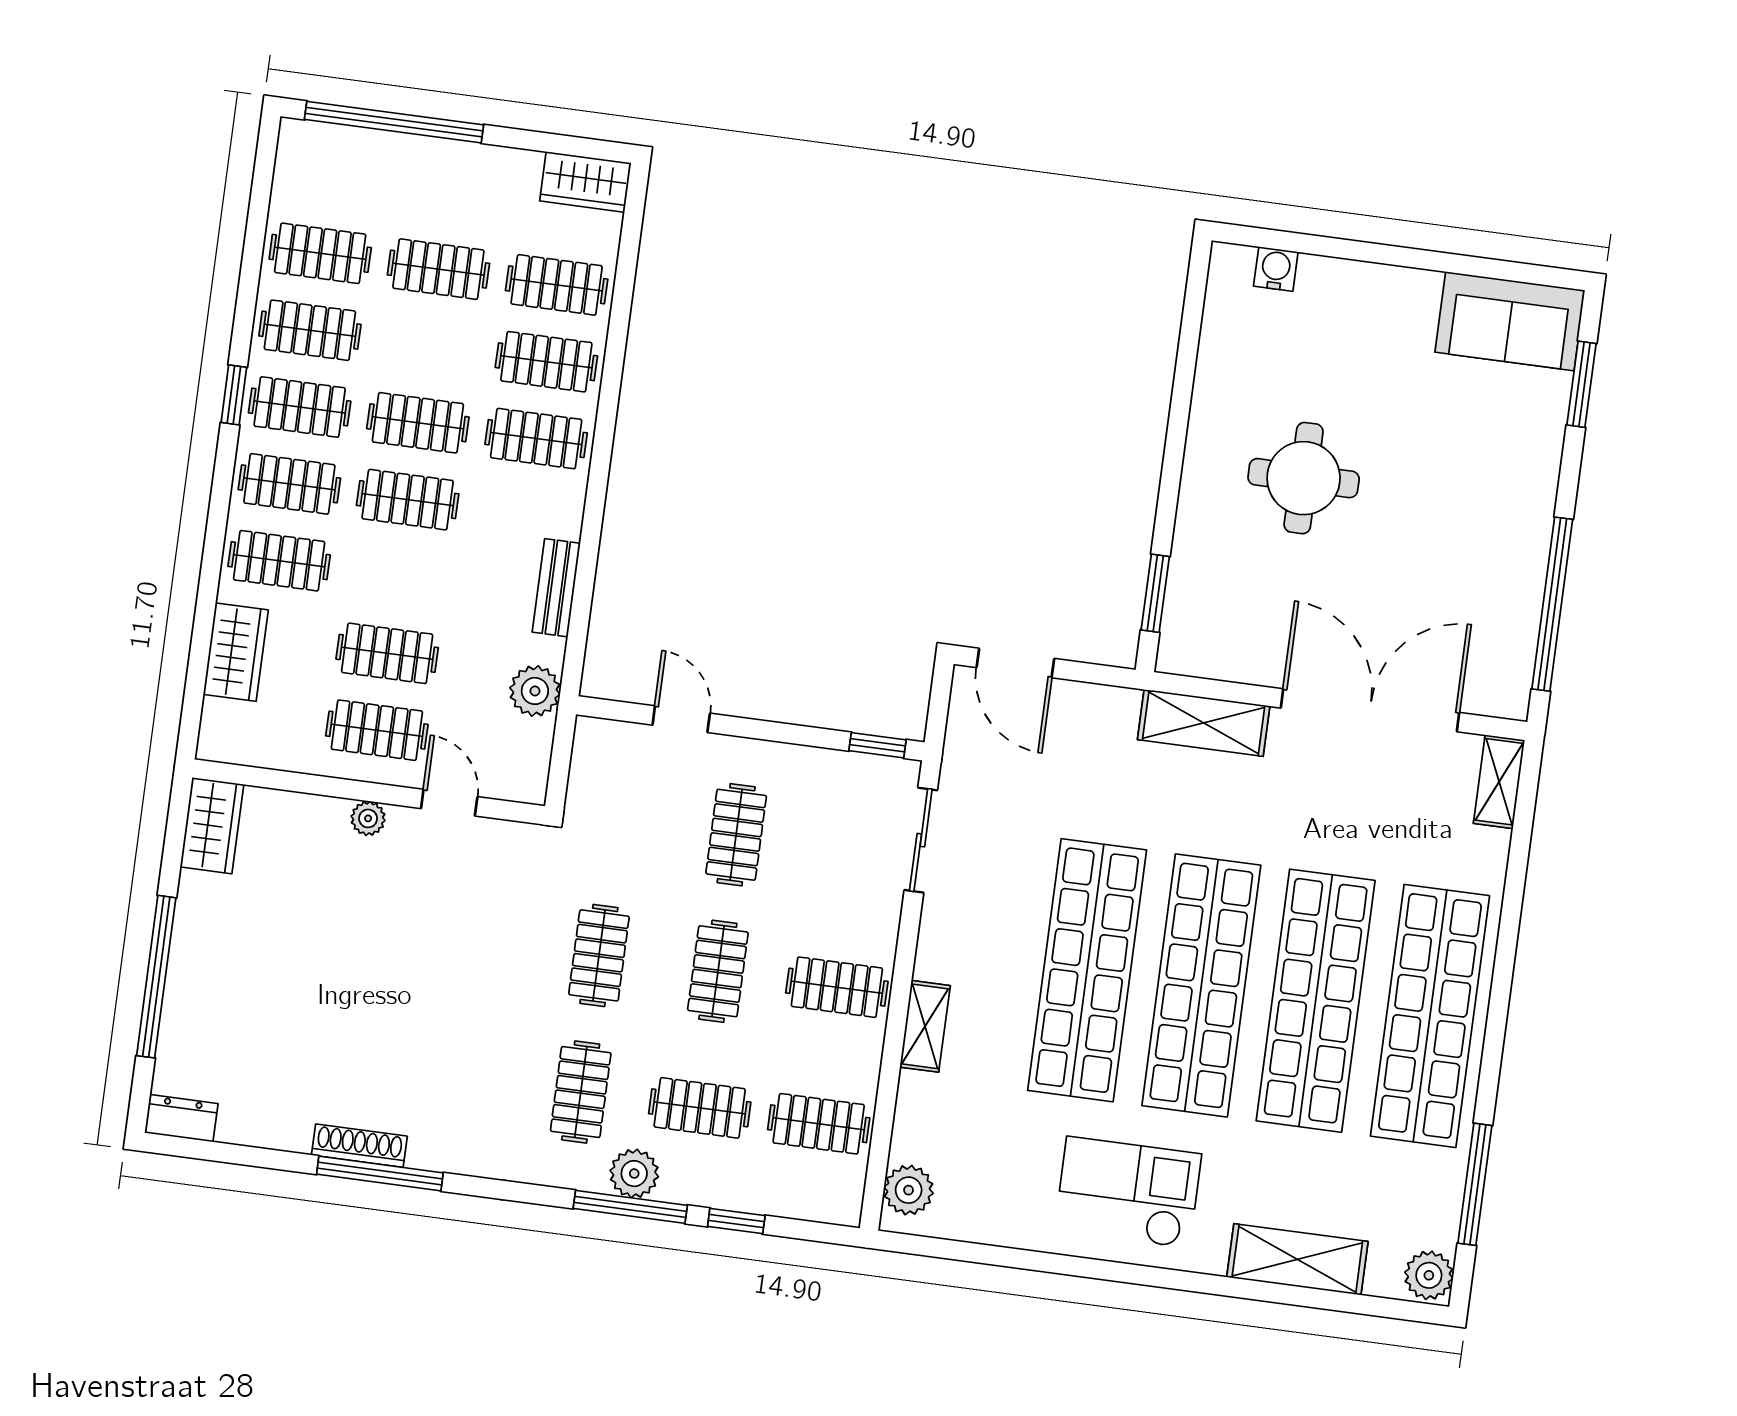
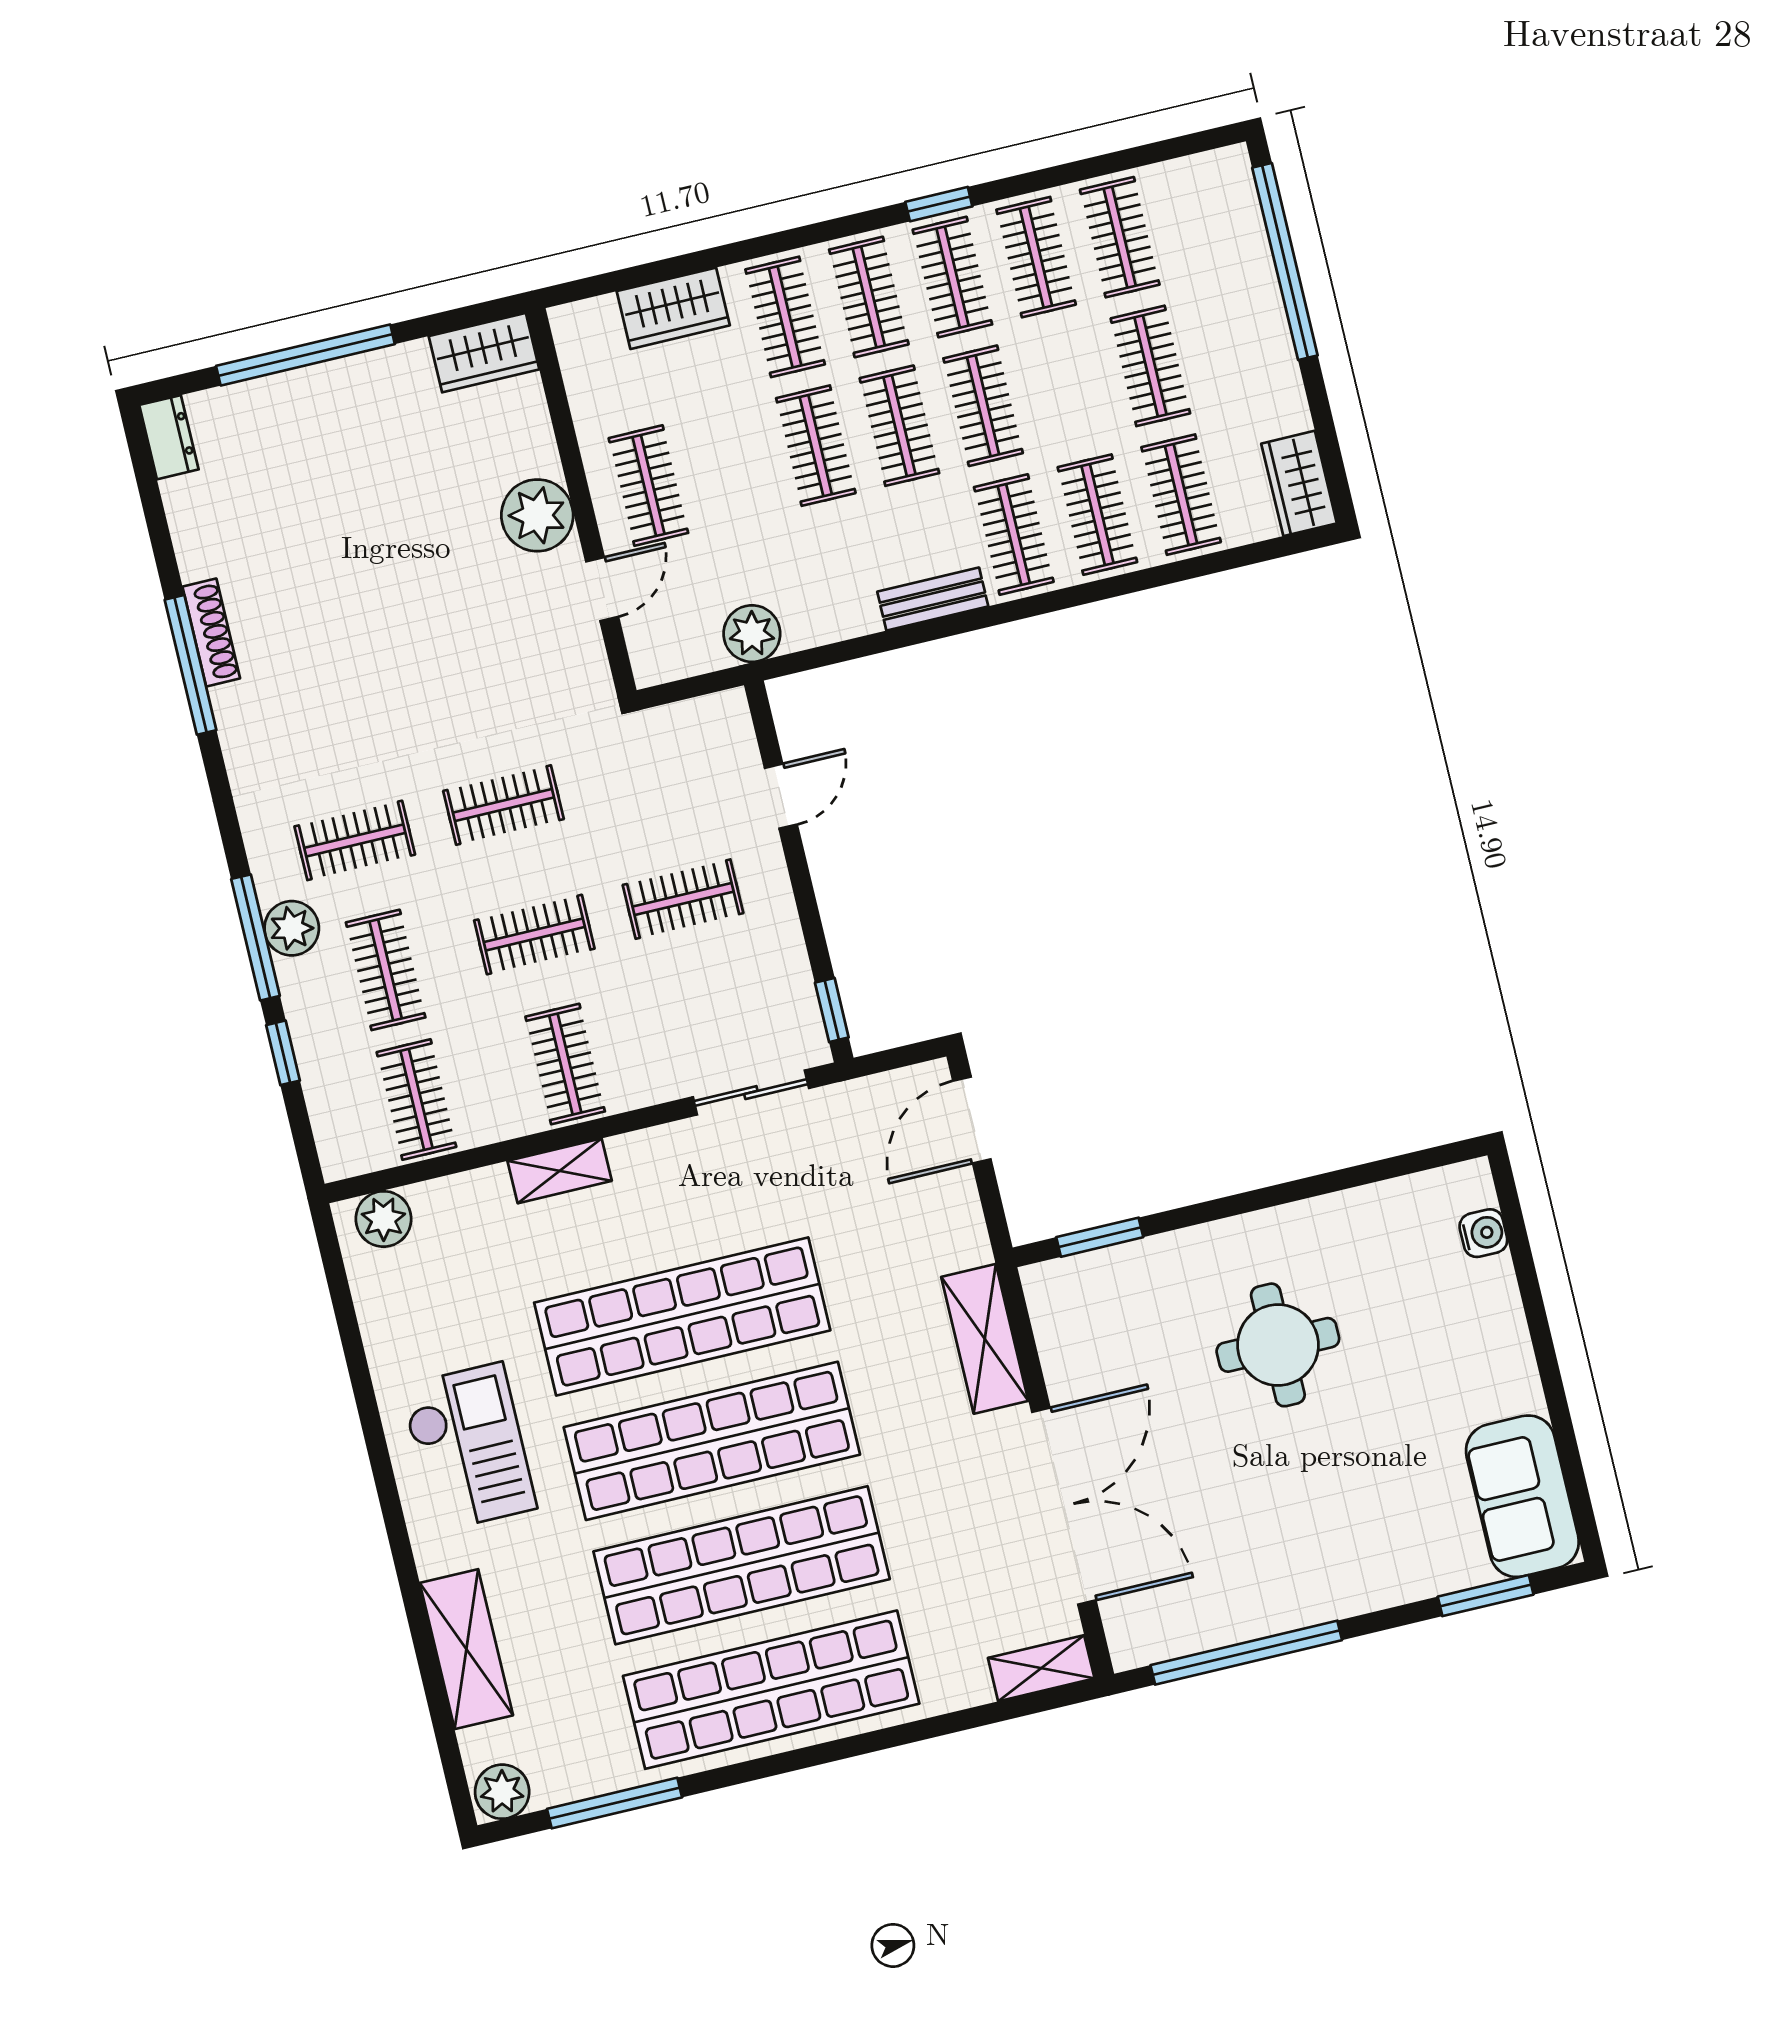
bench: (556, 588) -> (933, 599), moved
clothes rail: (387, 653) -> (816, 446), moved
plant: (368, 818) -> (537, 515), width x1.88, depth x1.88

